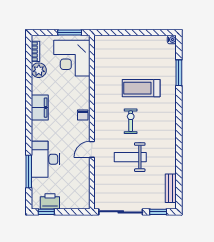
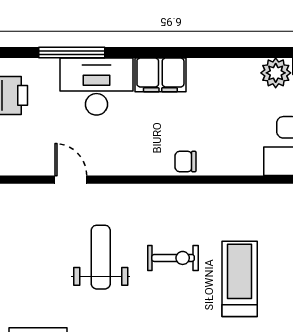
filing cabinet: (40, 108) -> (160, 75), moved
door: (92, 149) -> (71, 180), moved

